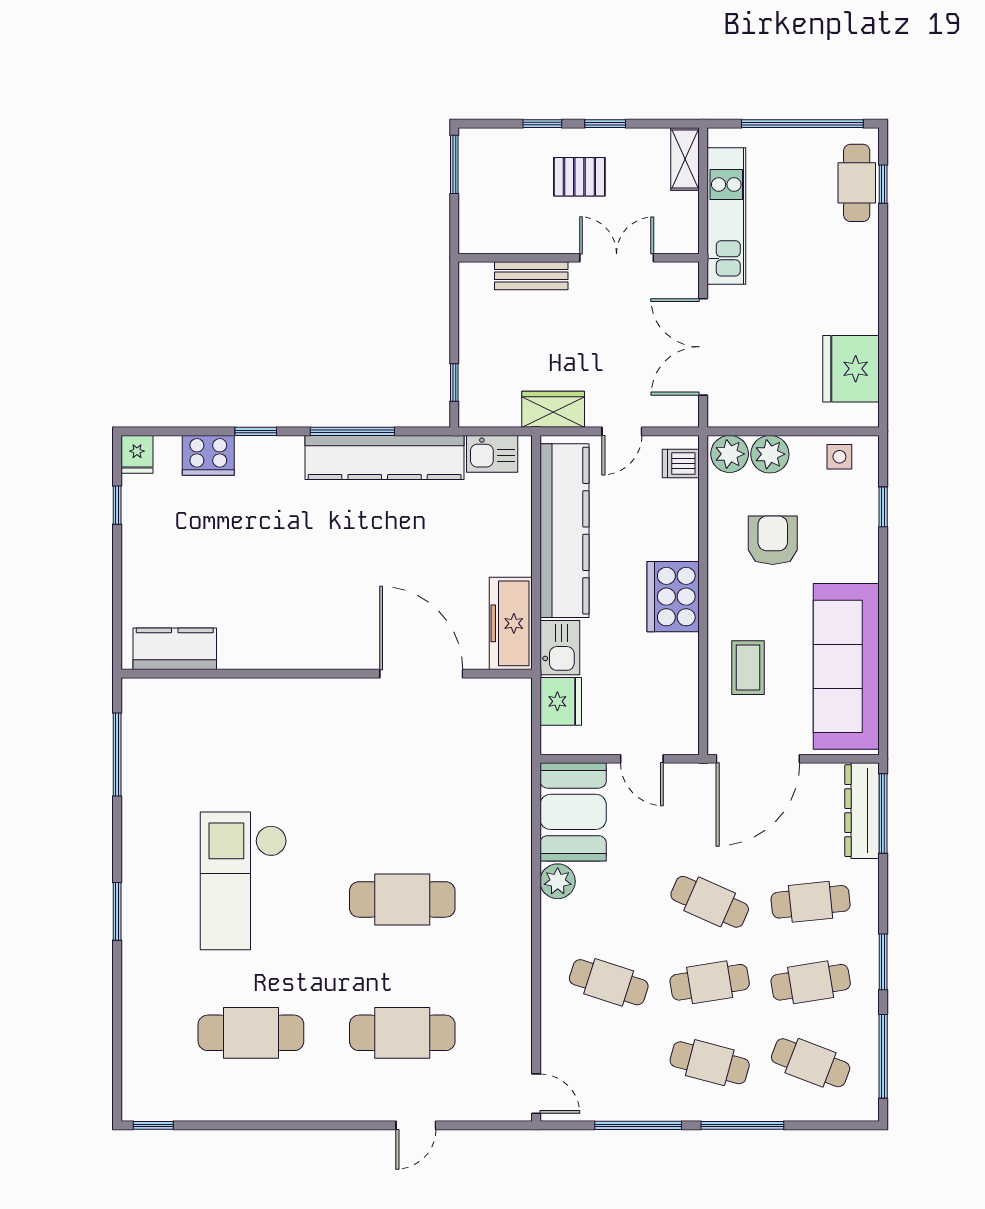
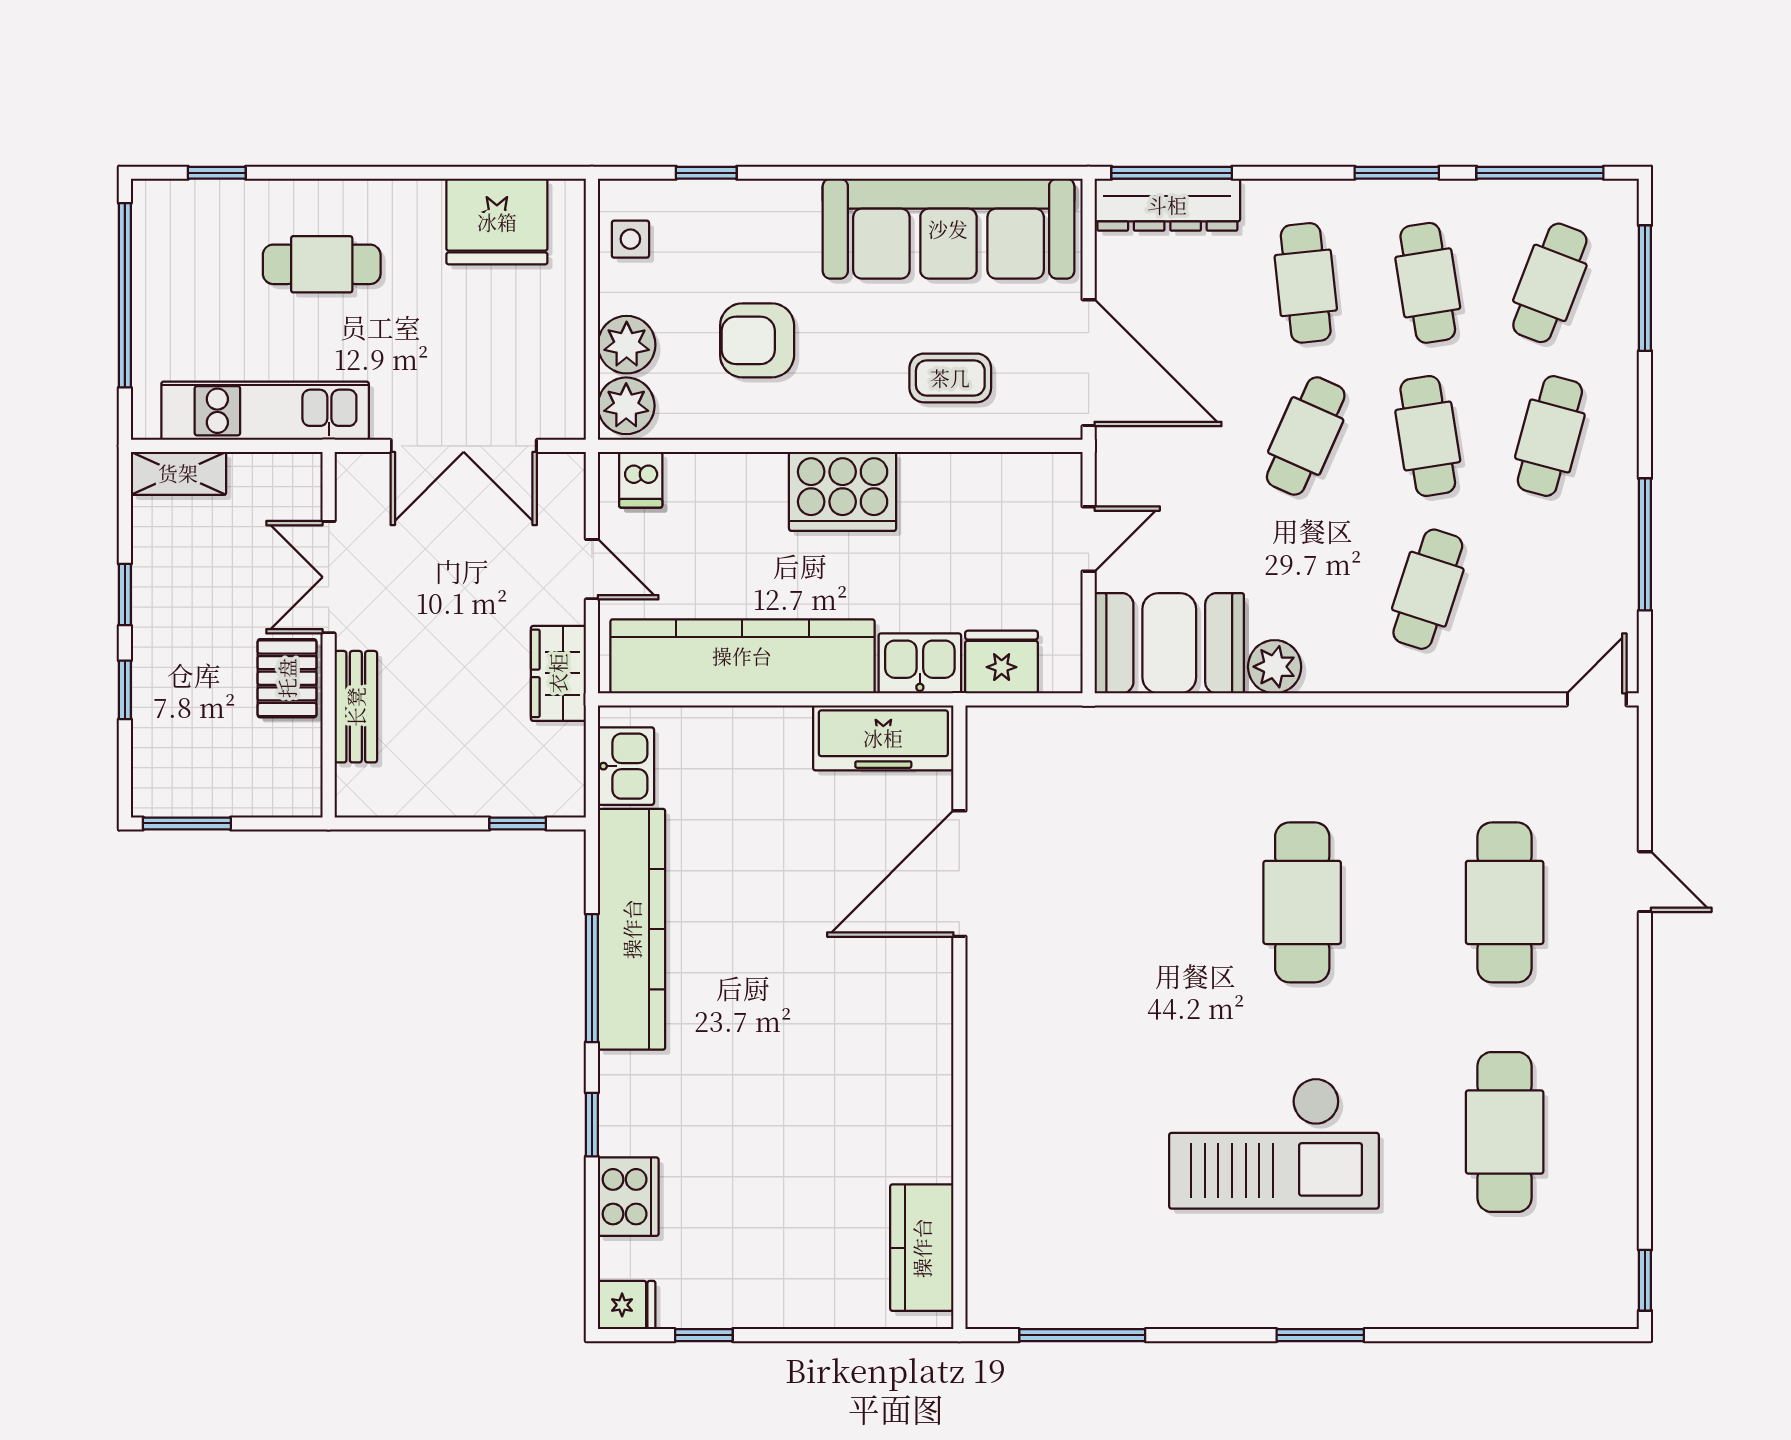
pallet: (579, 177) -> (287, 678), moved
cafe table: (857, 183) -> (322, 264), moved
window: (742, 1125) -> (1645, 288), moved

